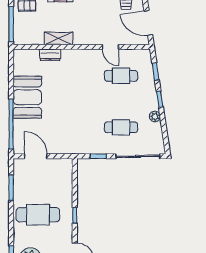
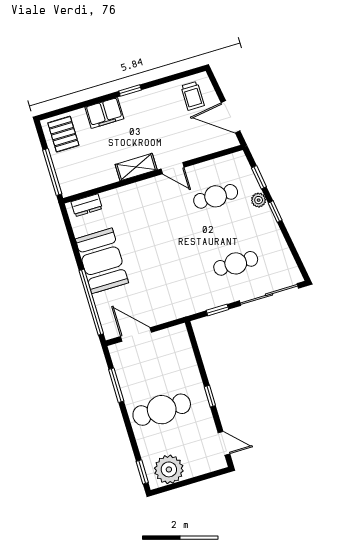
shelving: (59, 38) -> (136, 167), moved
door: (110, 47) -> (173, 168), moved
dresser: (50, 55) -> (87, 205), moved
plant: (155, 116) -> (259, 200), moved

